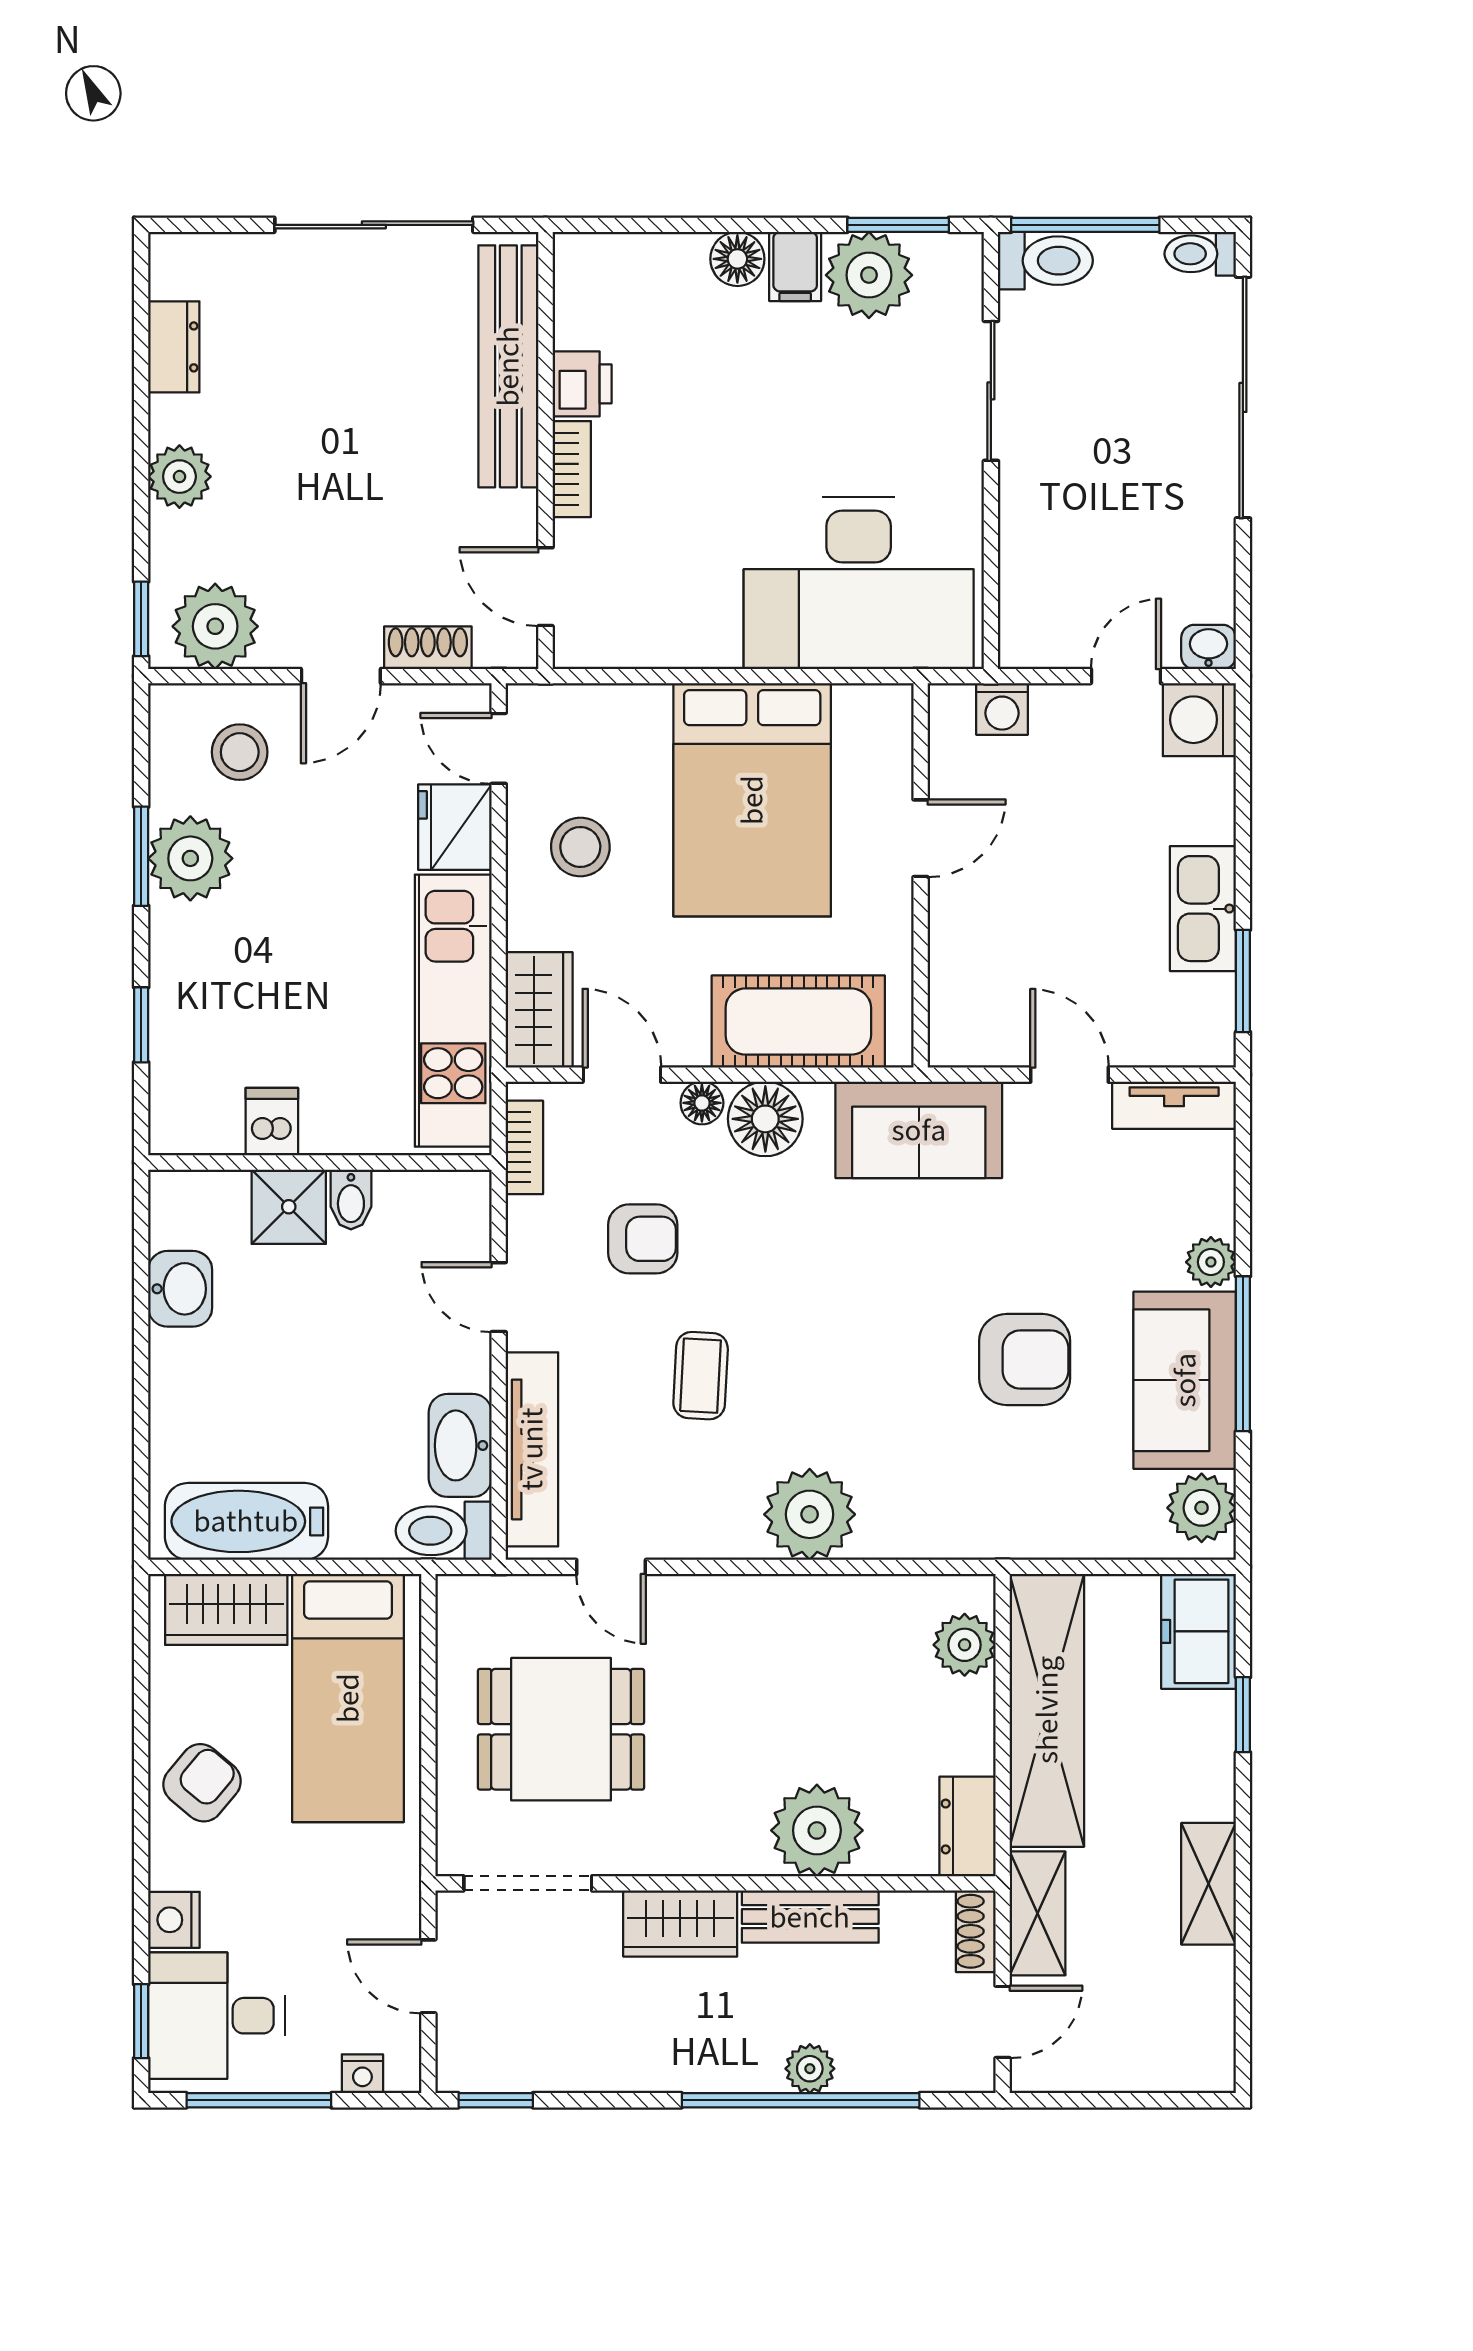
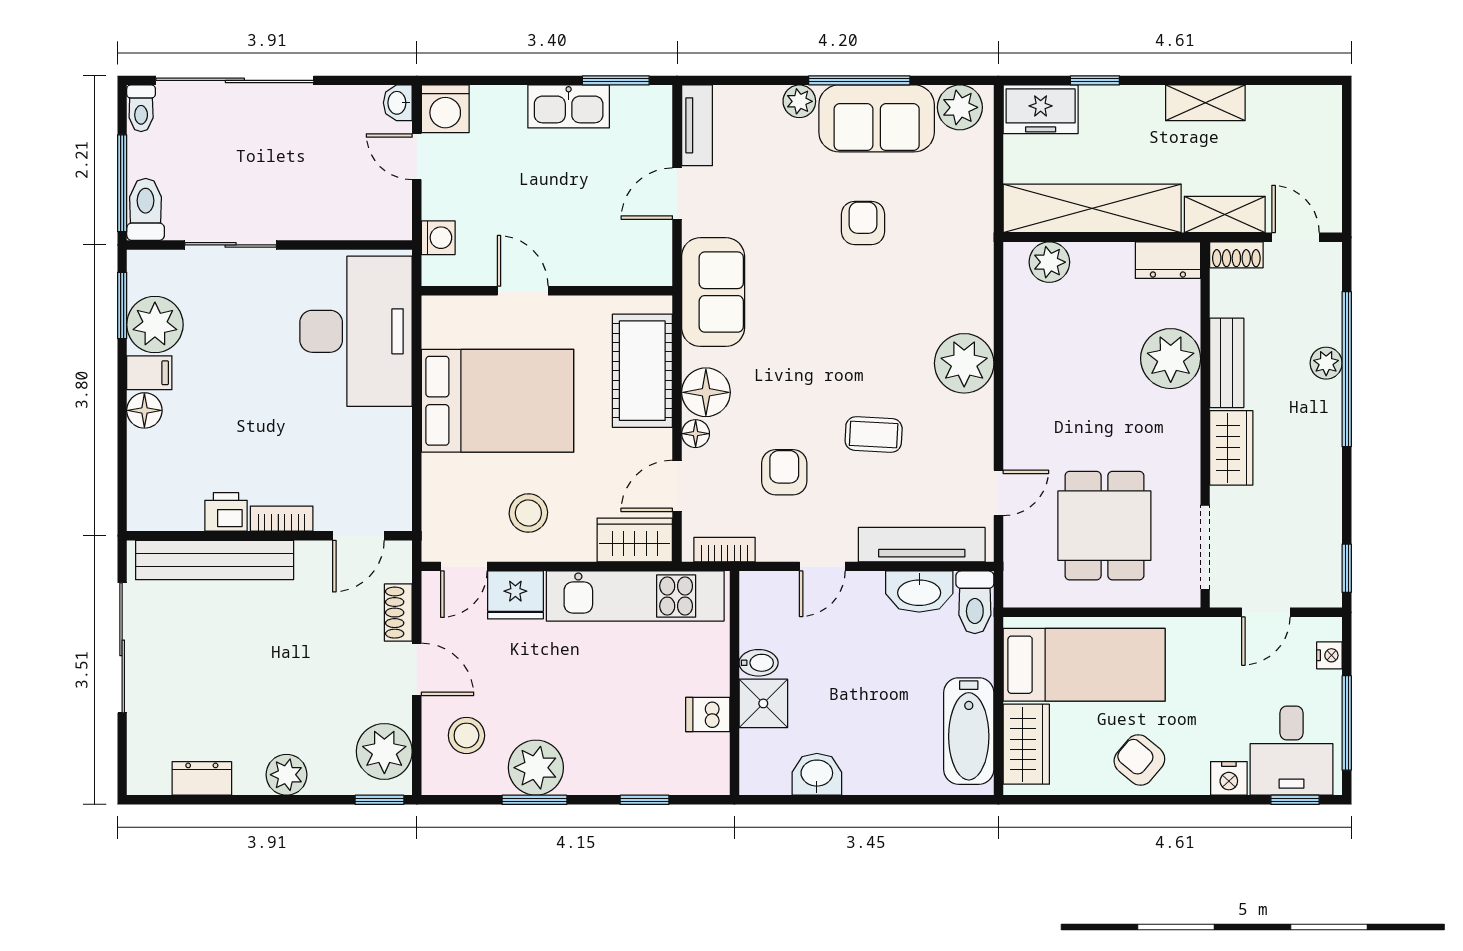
armchair: (1025, 1359) -> (863, 223), width x0.72, depth x0.72

